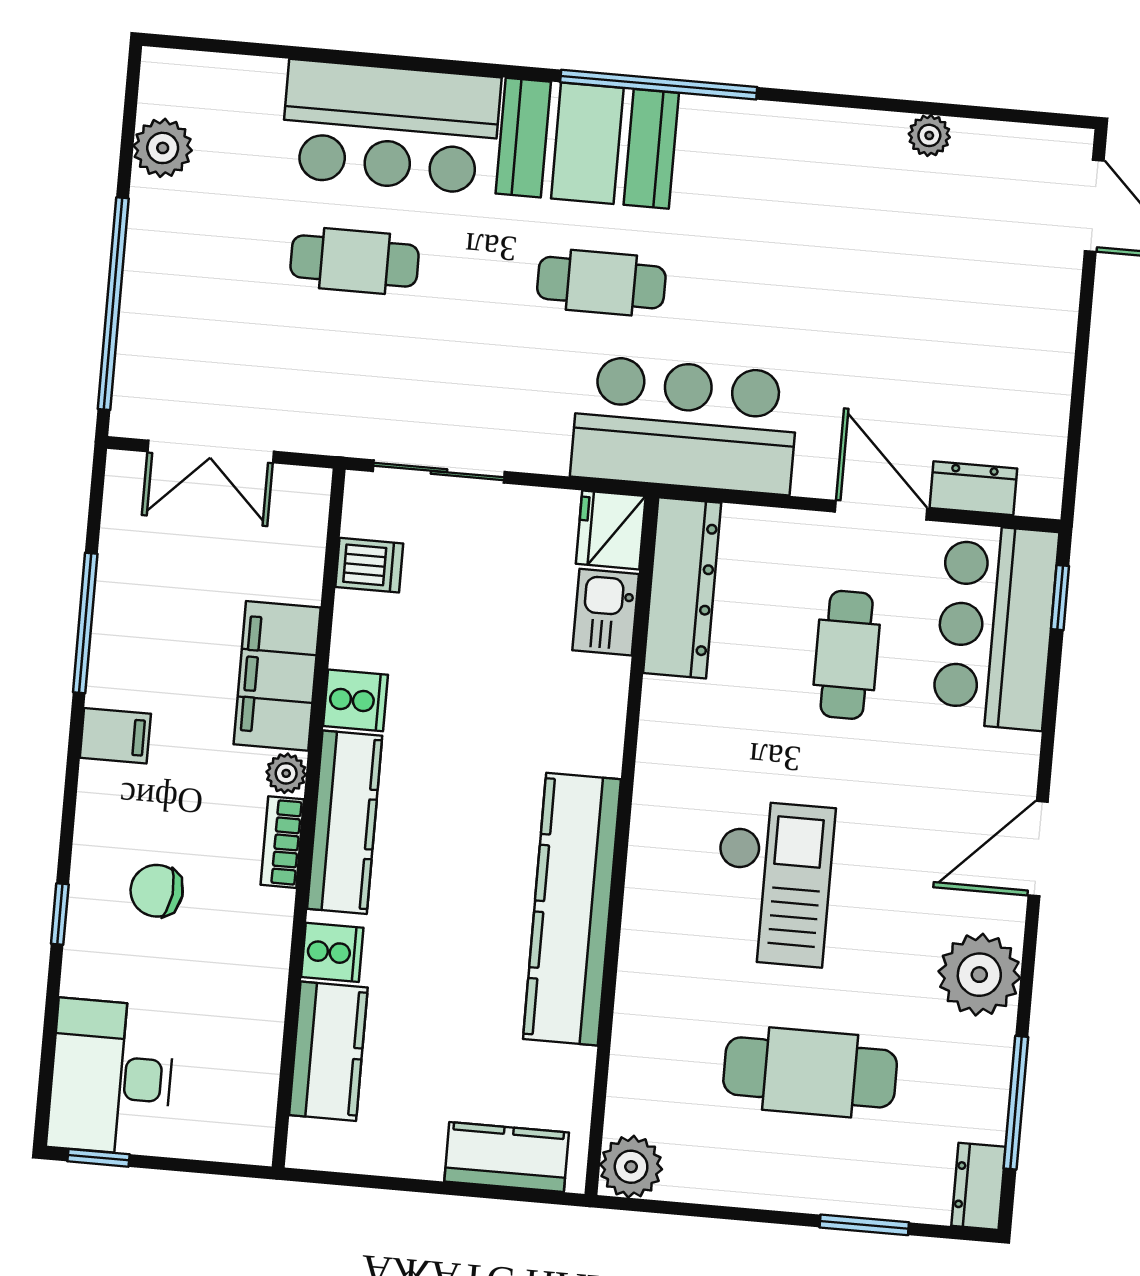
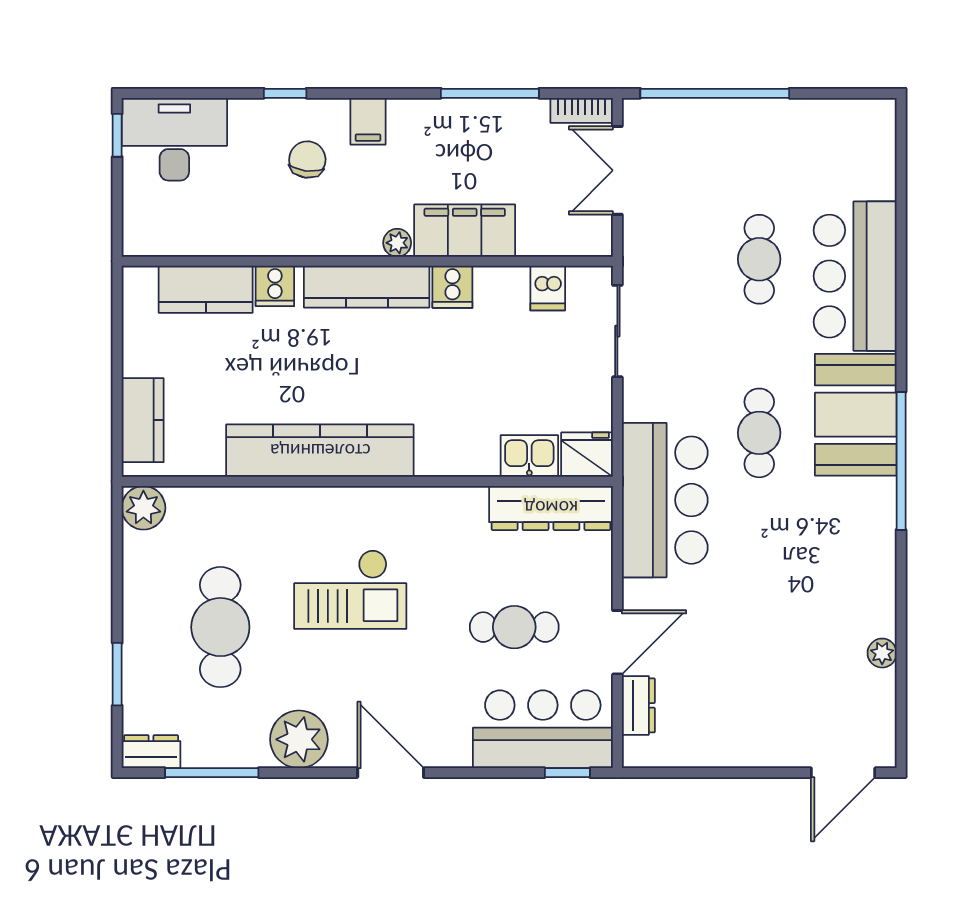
plant: (163, 148) -> (826, 118), removed
filing cabinet: (115, 736) -> (368, 121), moved
bookcase: (282, 842) -> (582, 110), moved, turned 180

